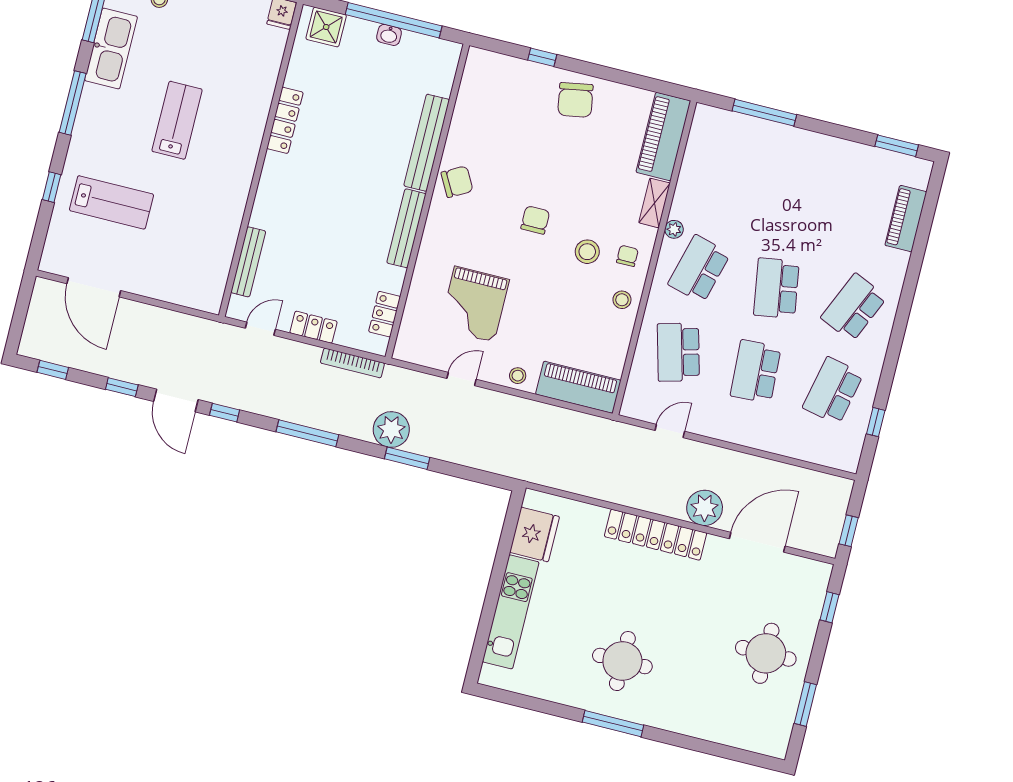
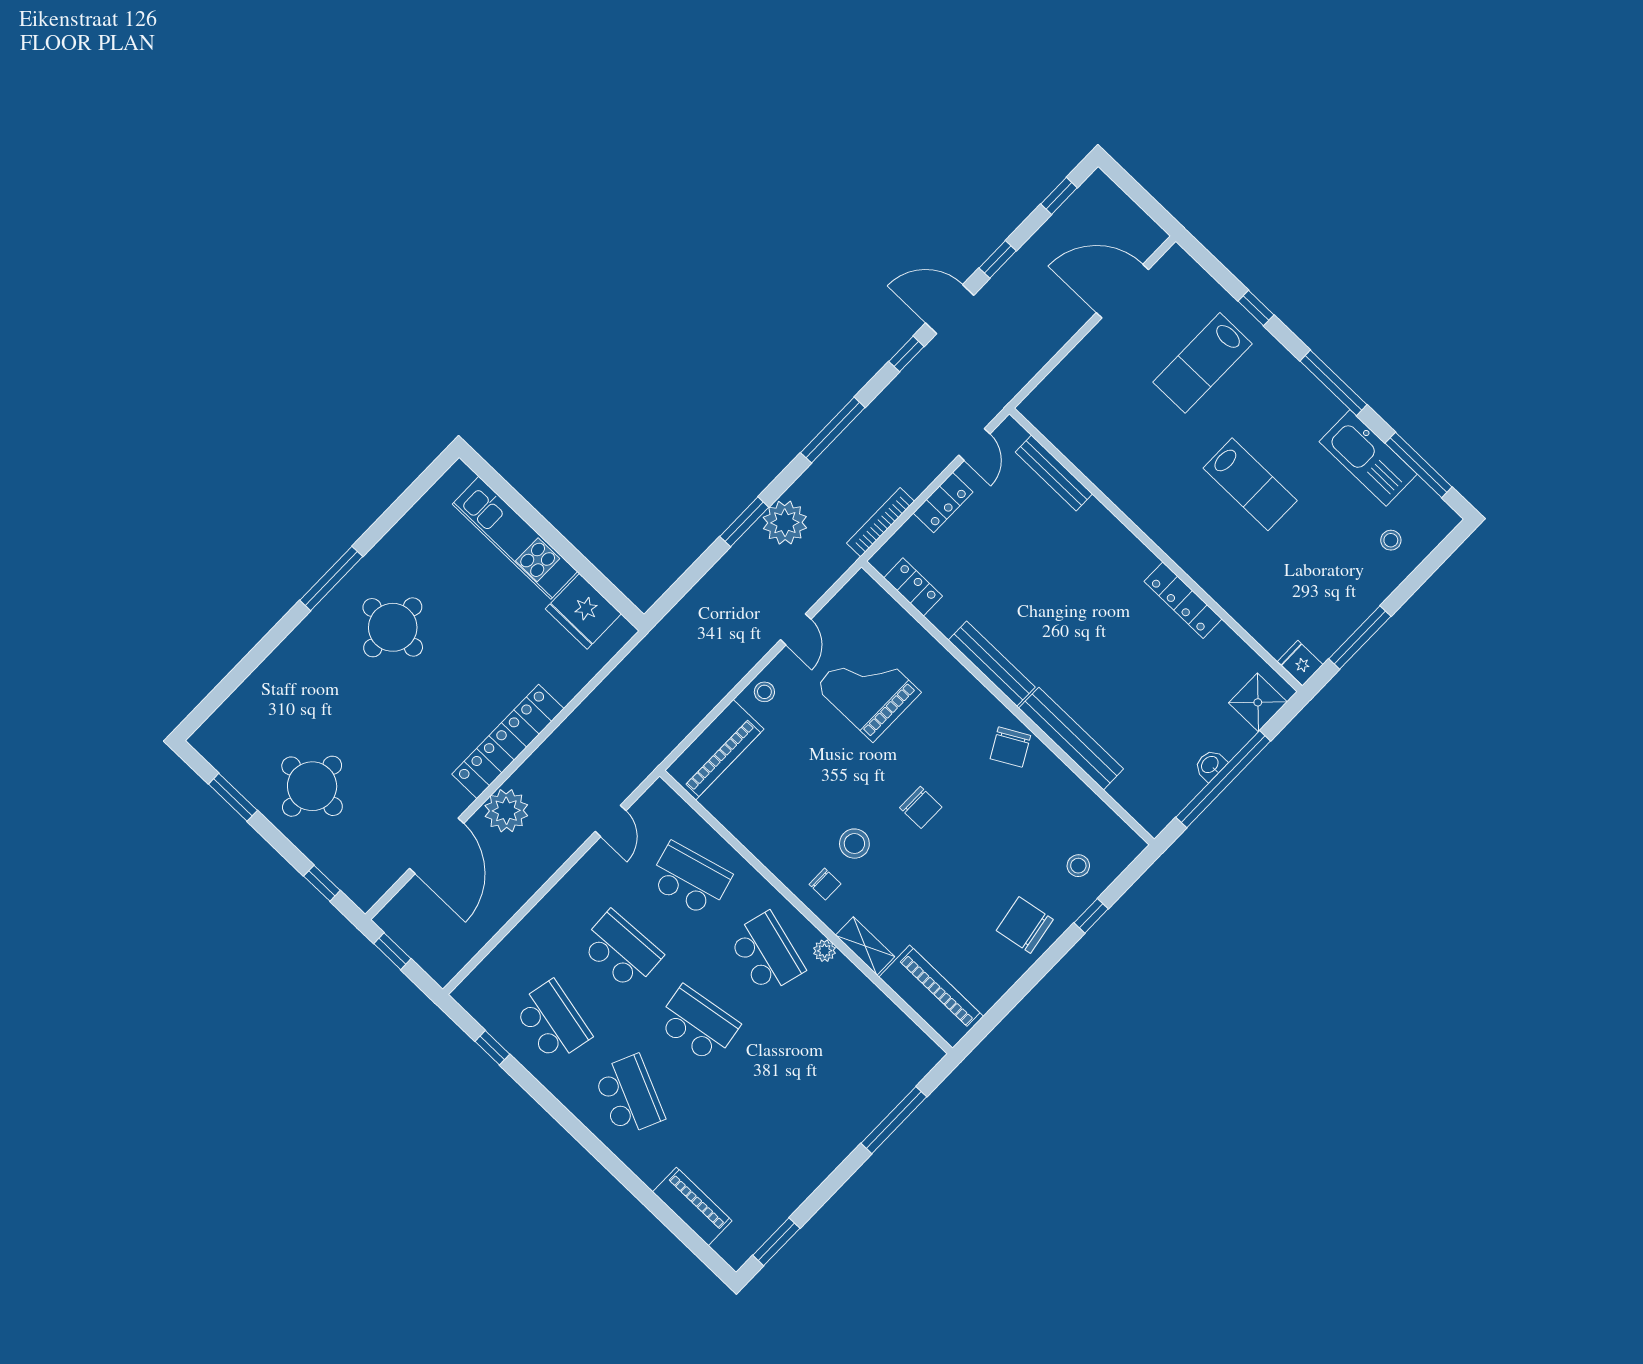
stool: (622, 300) -> (1078, 866), moved

